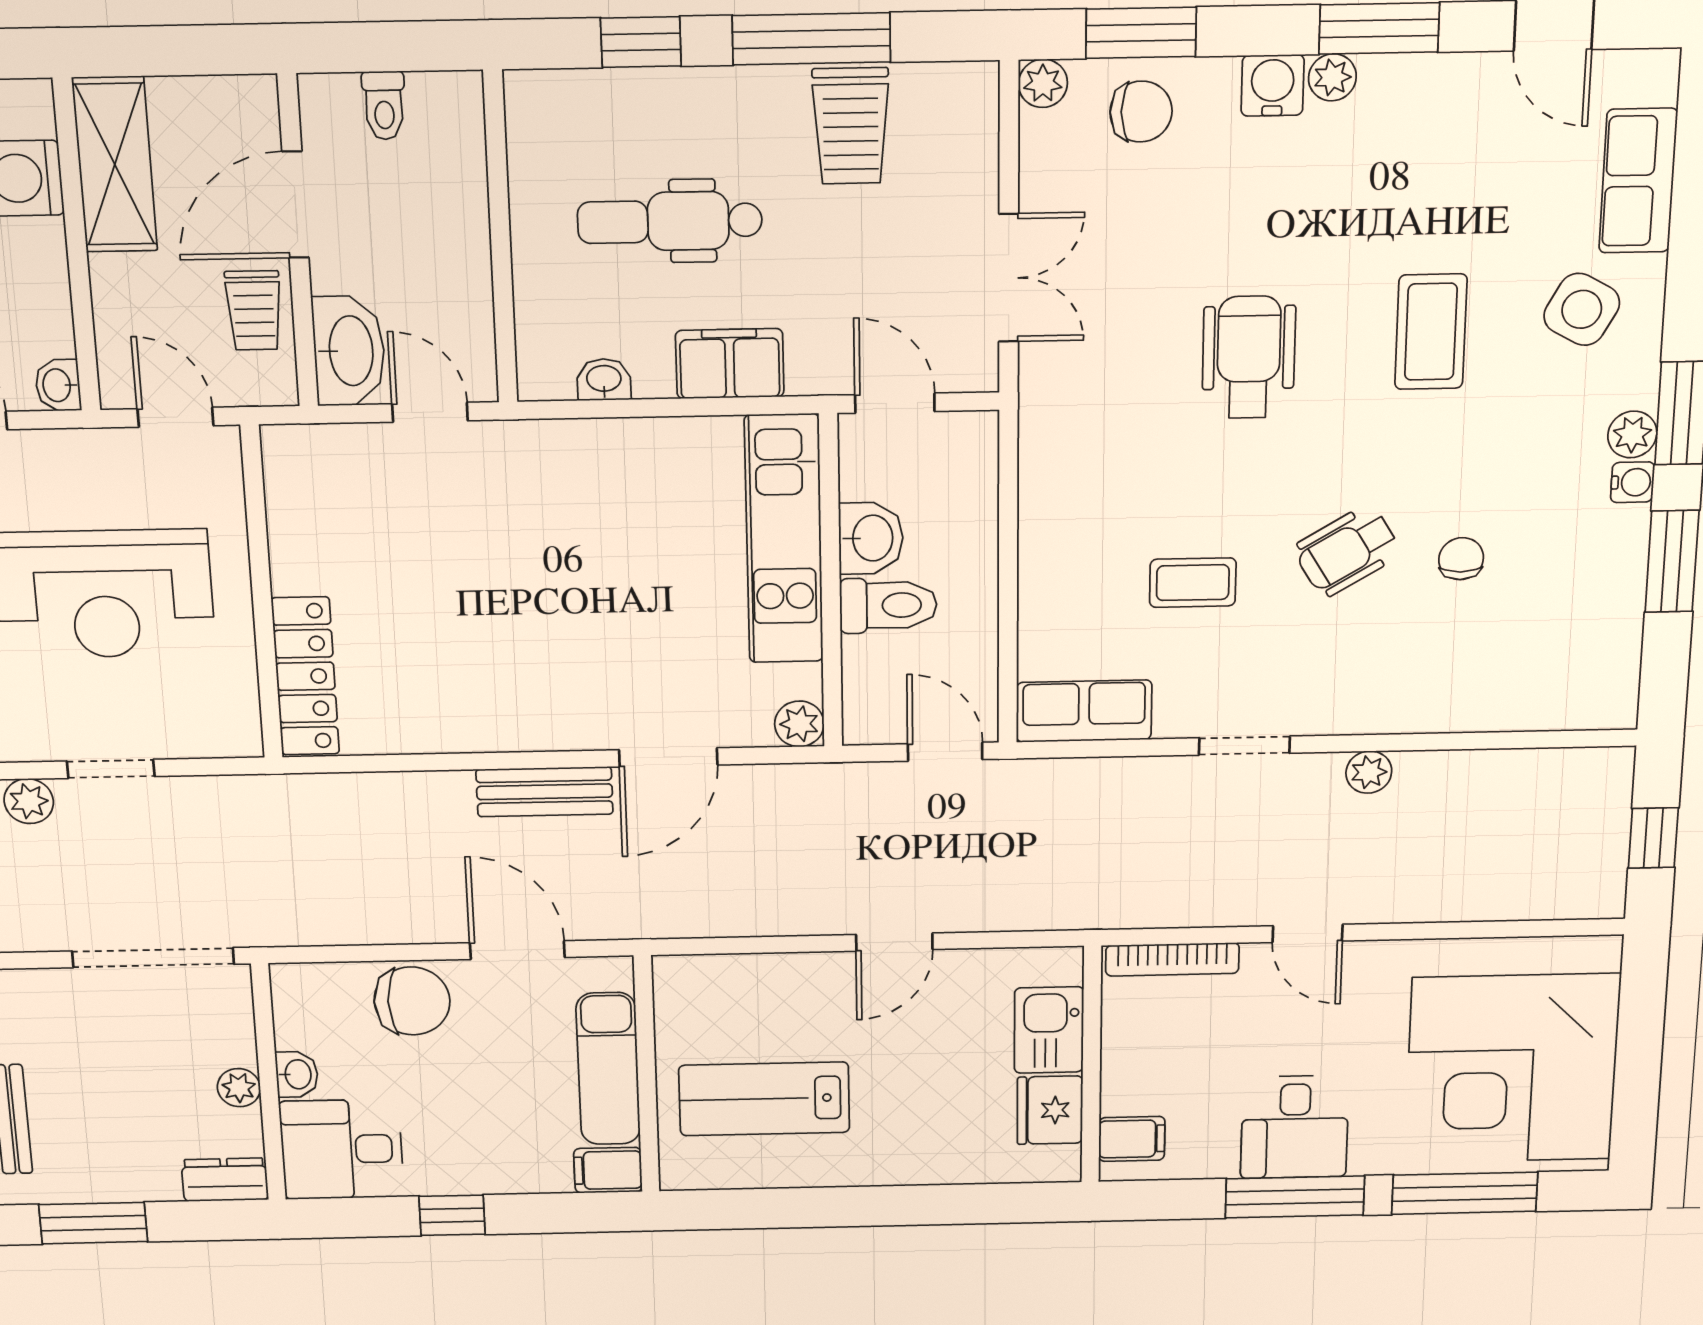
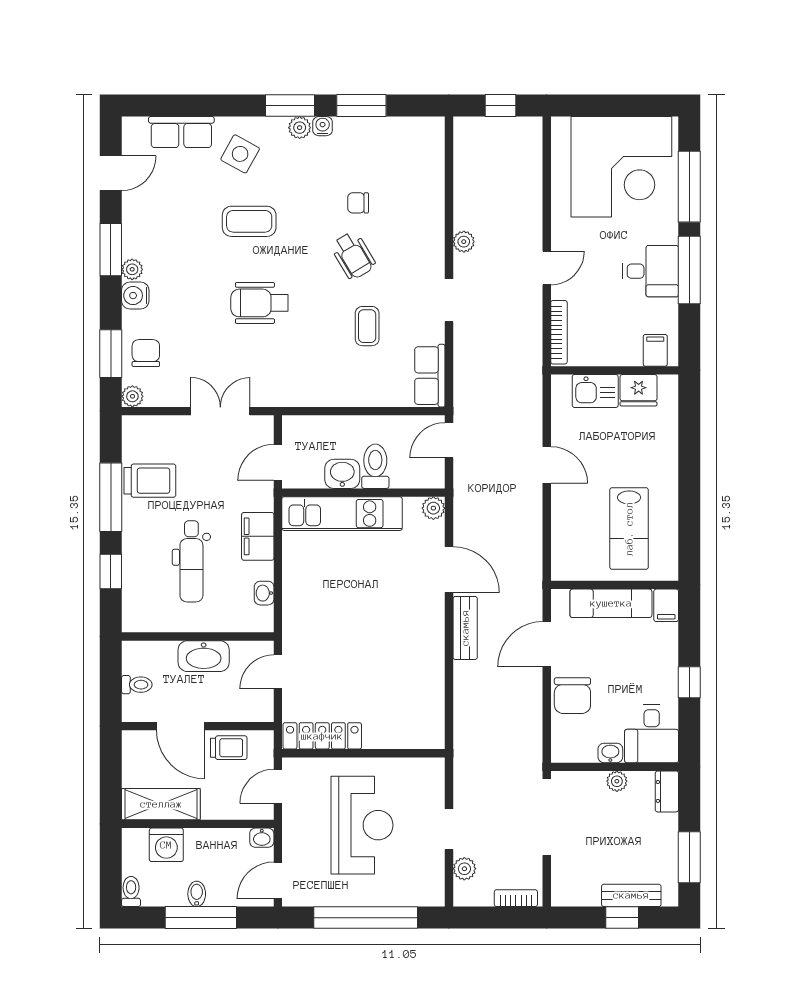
washbasin: (349, 351) -> (204, 656), moved, turned 180
locker: (305, 676) -> (322, 736), moved
chair: (412, 1001) -> (572, 696), turned 180

